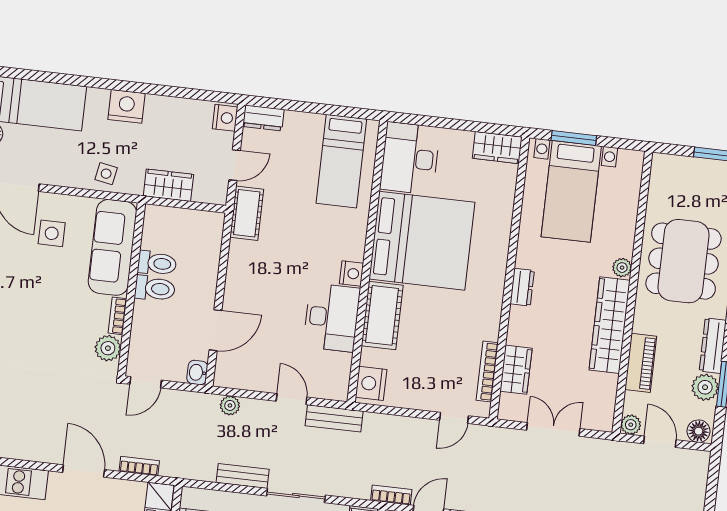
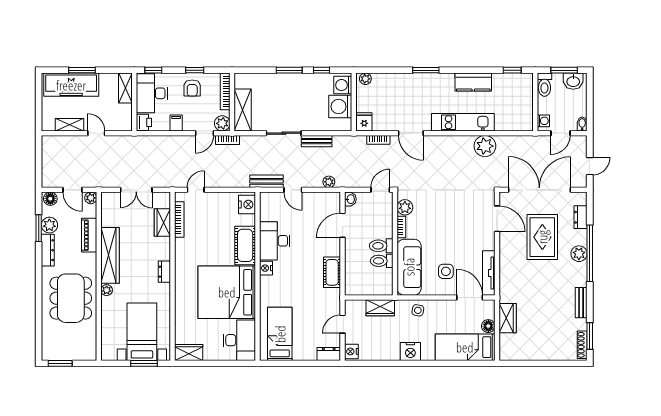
cot: (247, 213) -> (332, 272), moved

